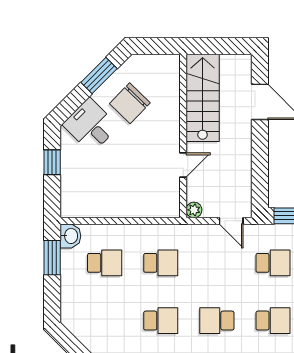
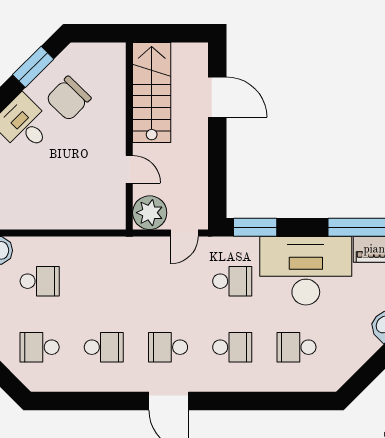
door: (183, 165) -> (129, 169), hinge flipped
plant: (194, 210) -> (150, 213), width x1.88, depth x1.88
door: (231, 221) -> (184, 233), hinge flipped
school desk: (161, 263) -> (40, 347), moved, turned 180

